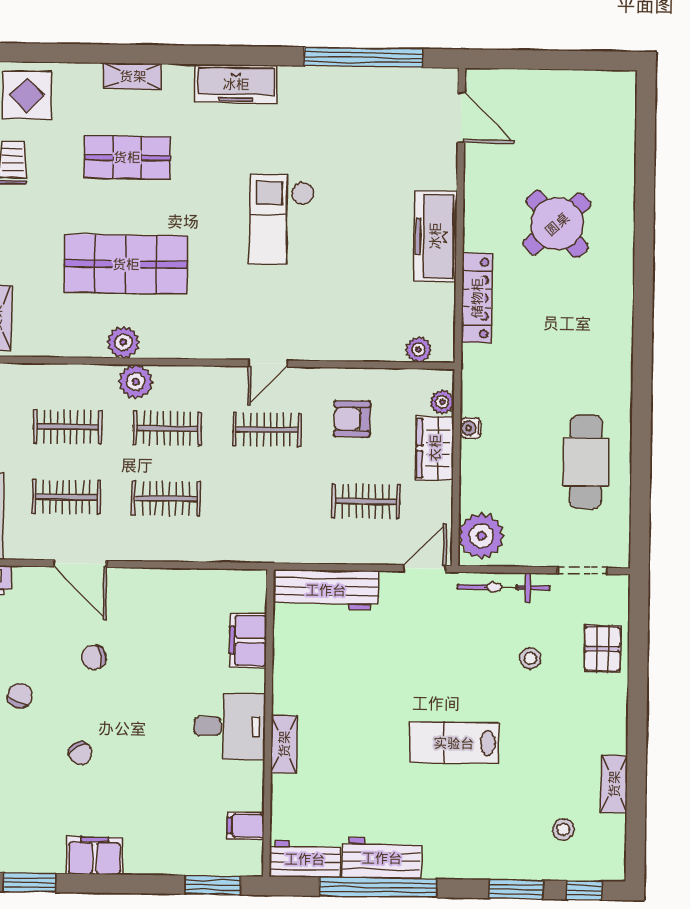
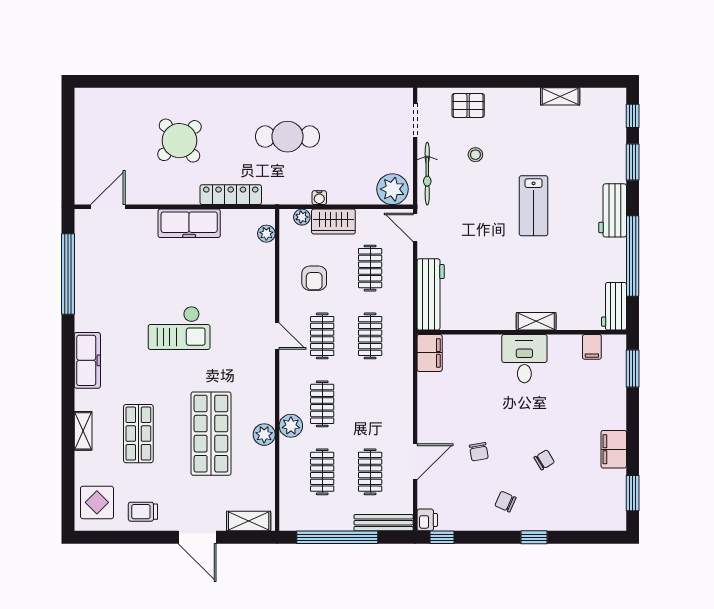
cafe table: (586, 462) -> (287, 137), moved
clothes rail: (166, 498) -> (370, 336), moved
filing cabinet: (248, 640) -> (430, 353), moved, turned -90
stool: (564, 829) -> (591, 130), removed
workbench: (382, 858) -> (613, 210), moved

